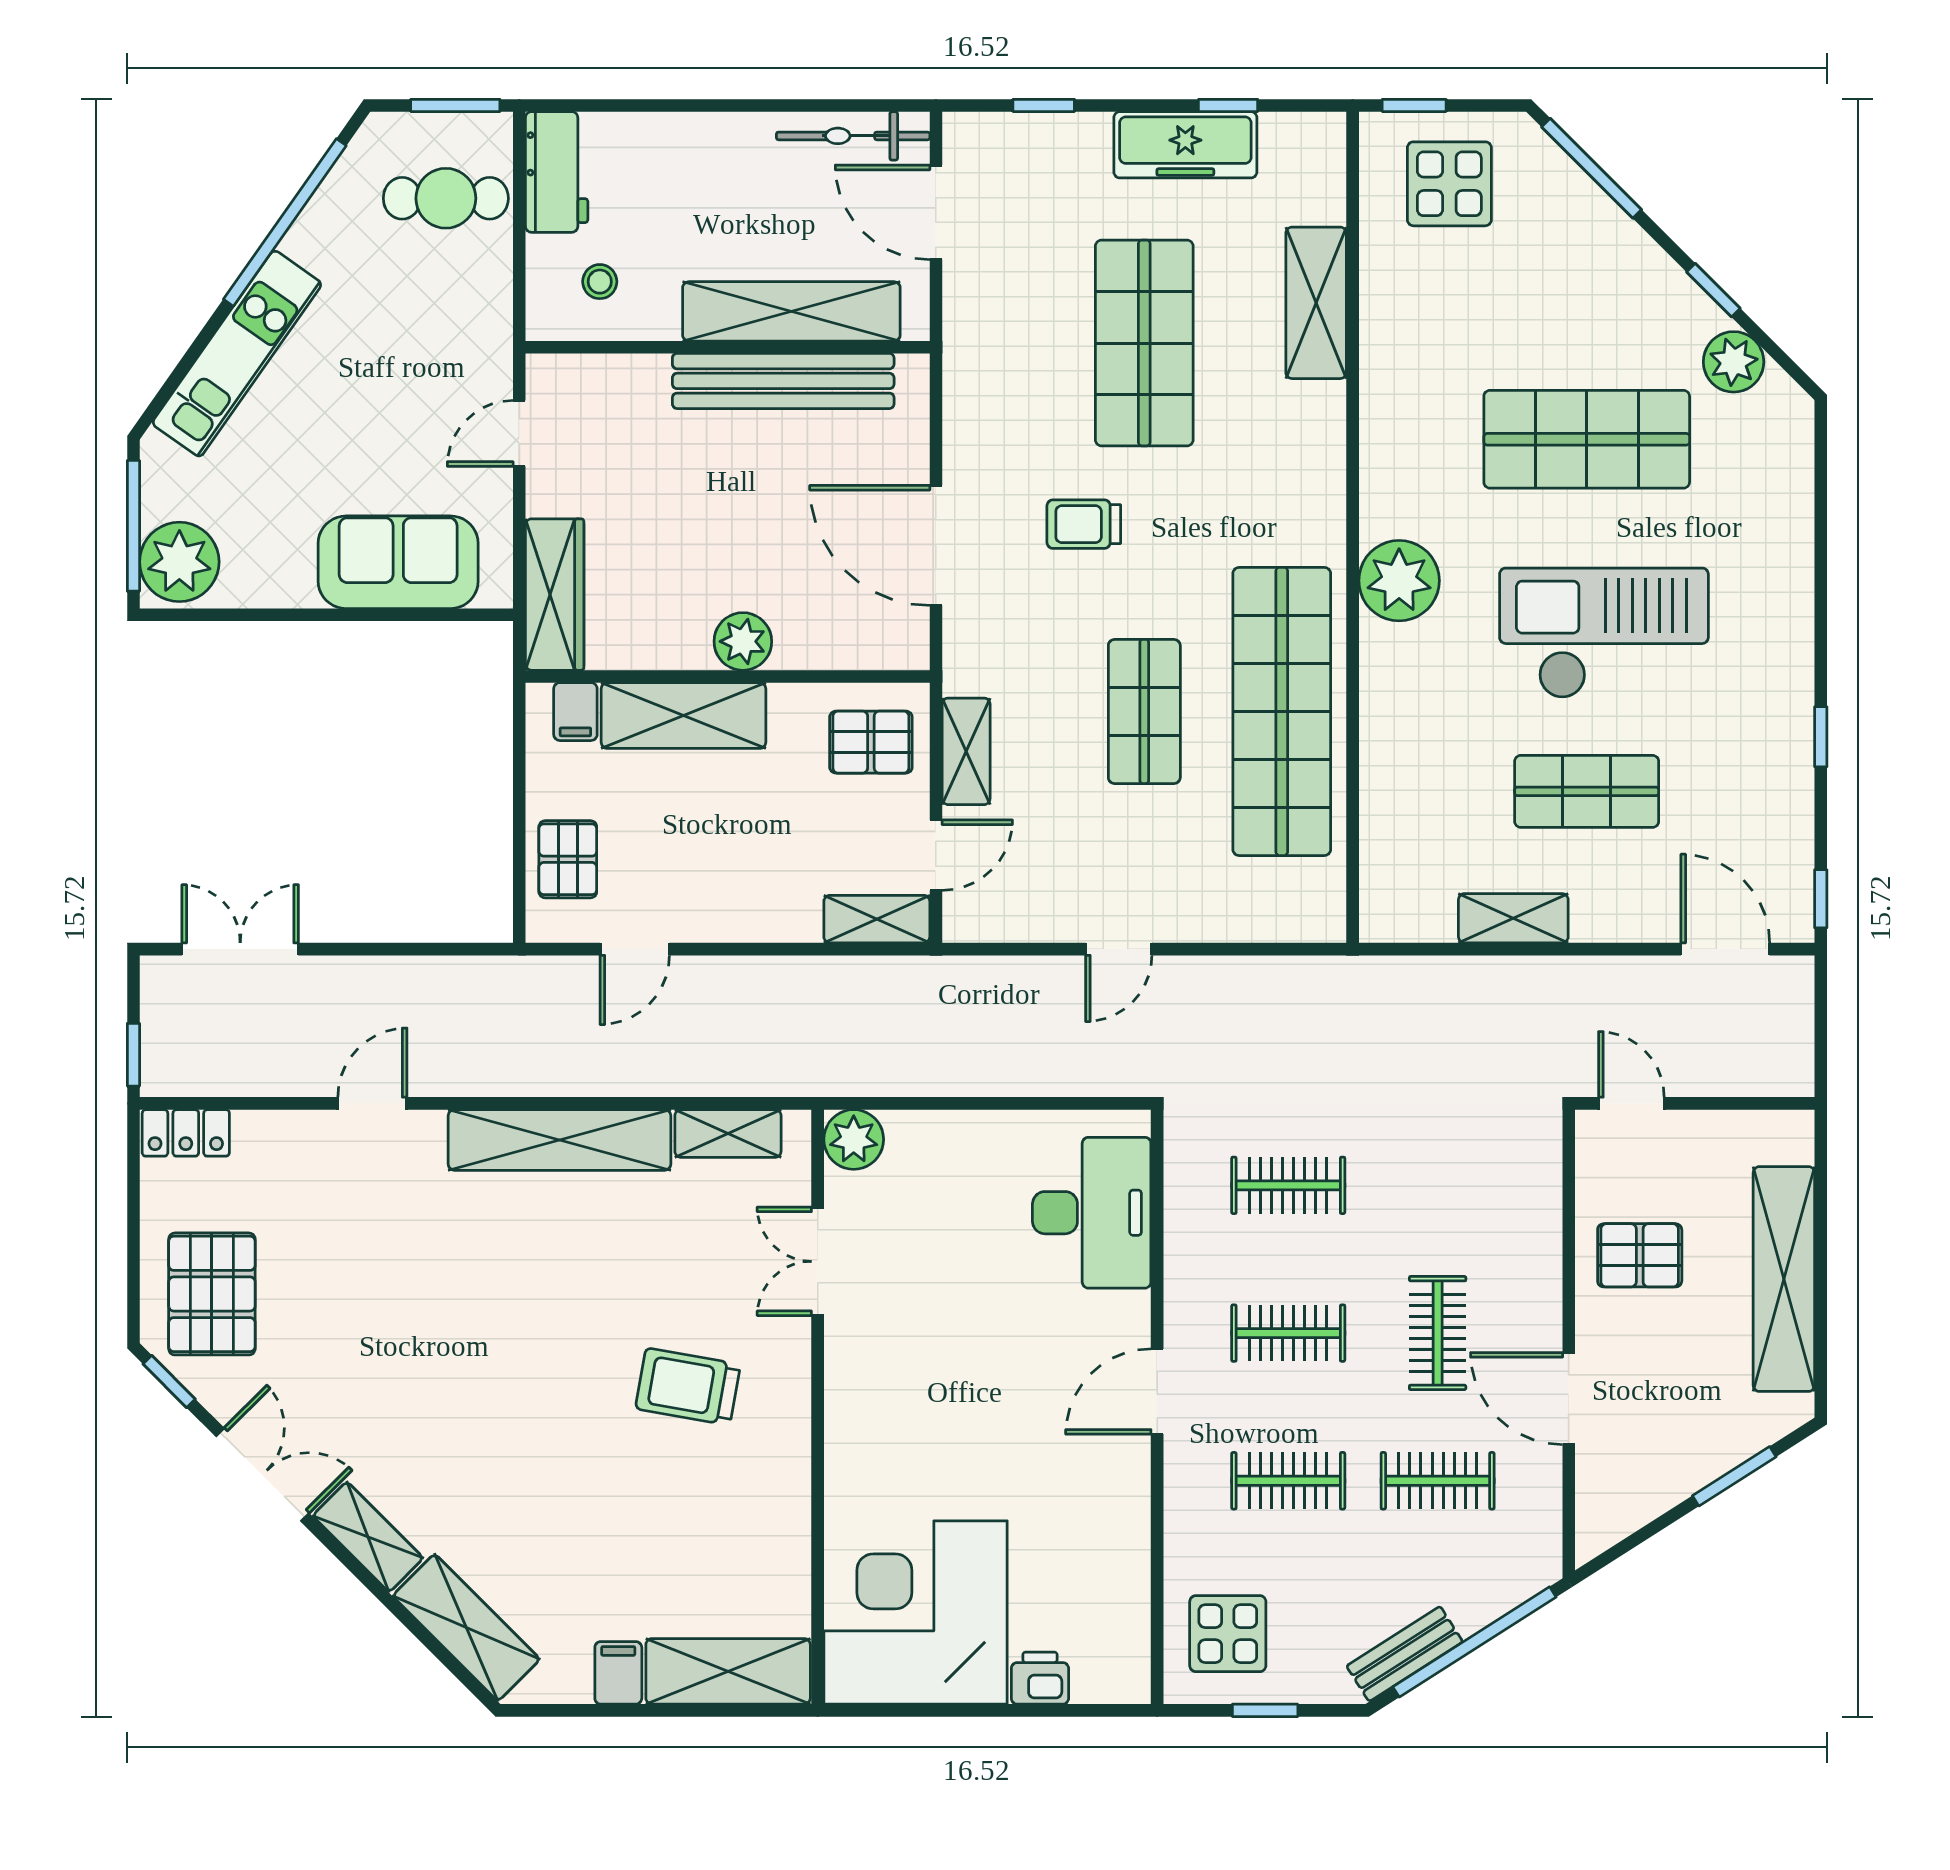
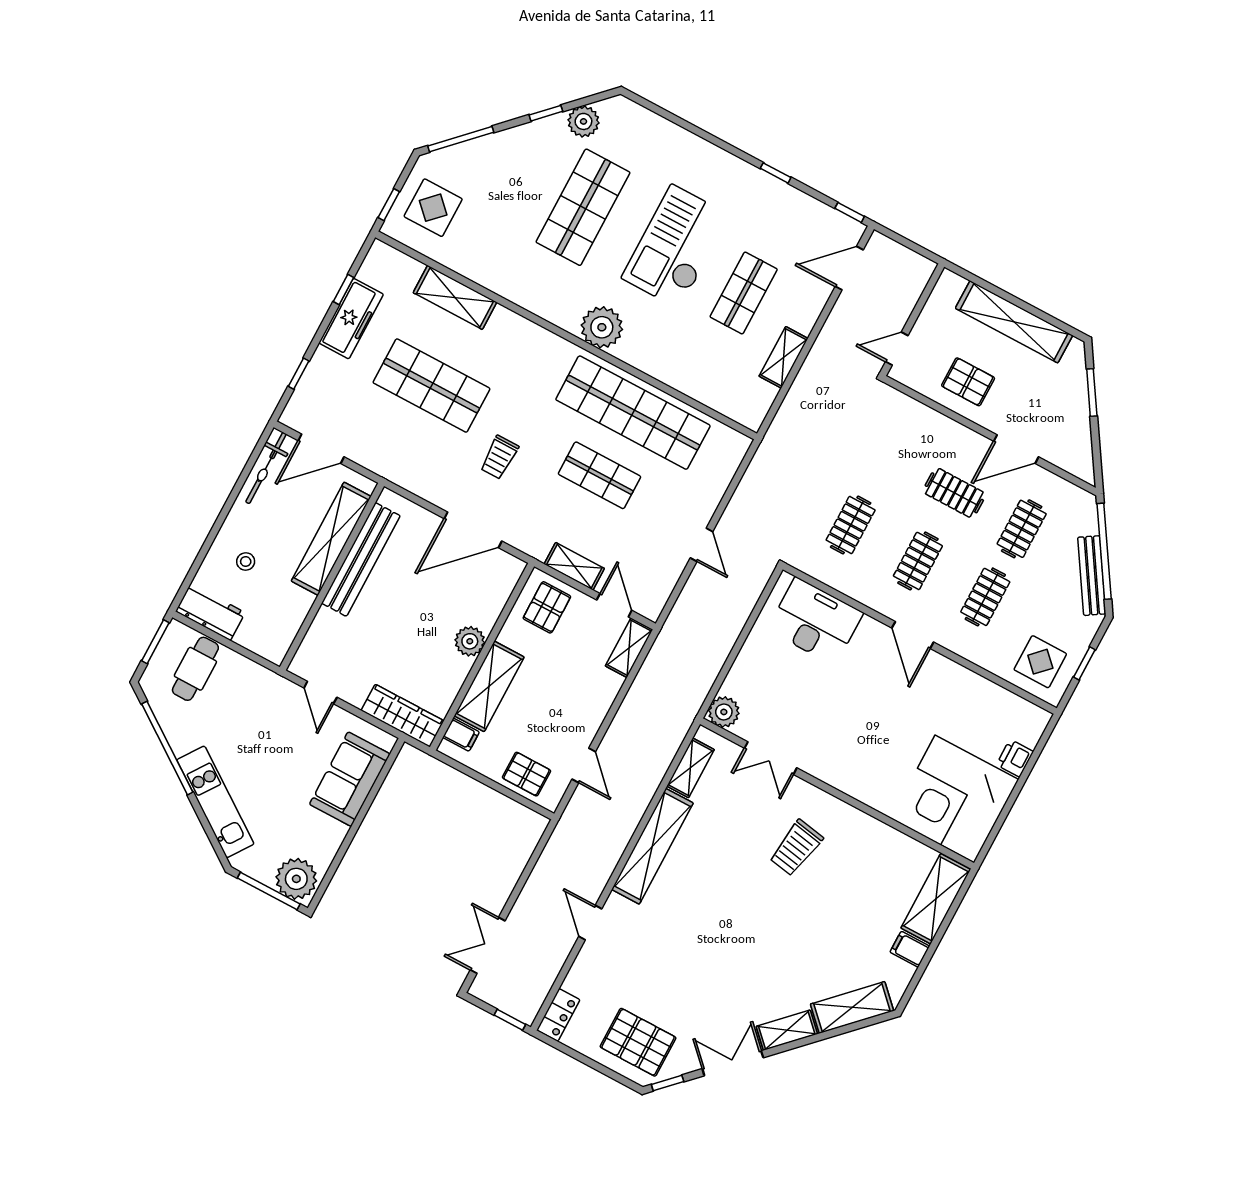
stool: (600, 282) -> (246, 561), moved
pallet: (1640, 1255) -> (968, 382), turned 90
bench: (1405, 1654) -> (1092, 576), width x1.36

